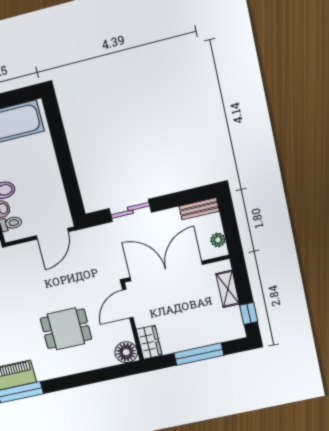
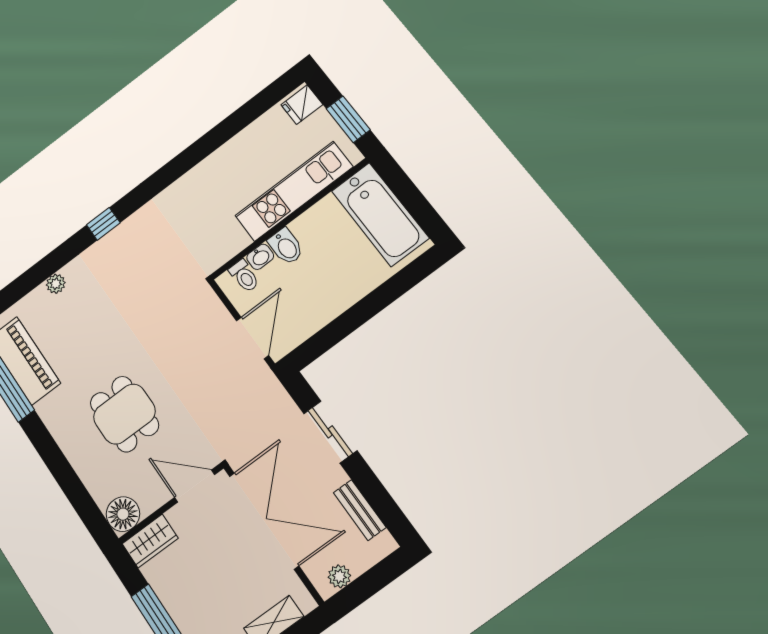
bench: (199, 209) -> (360, 510), moved
door: (52, 234) -> (252, 338), swing flipped

